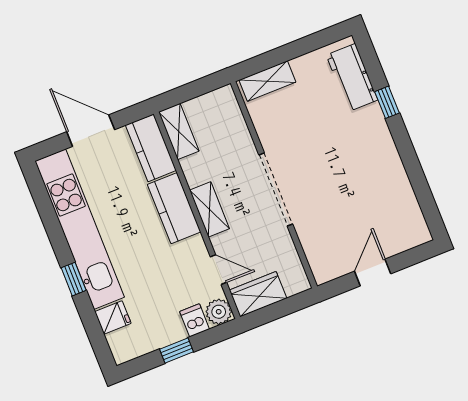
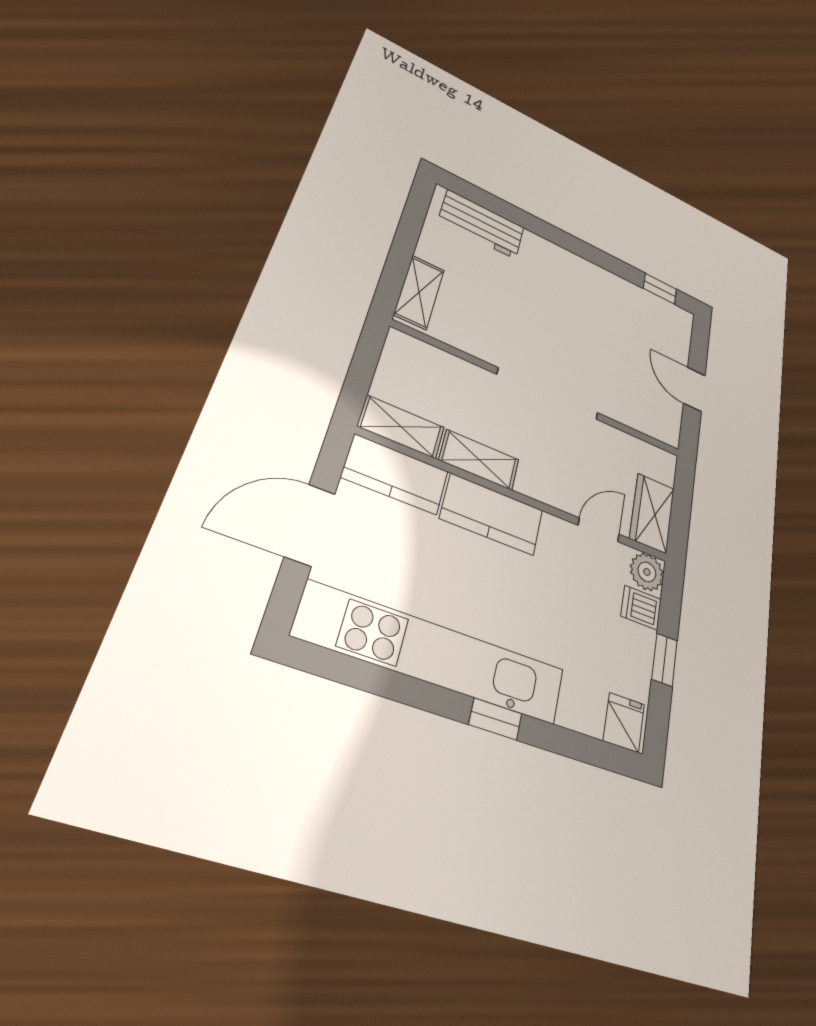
window: (387, 102) -> (660, 289), moved
shelving: (210, 209) -> (479, 460), moved
fridge: (113, 317) -> (624, 722), moved

